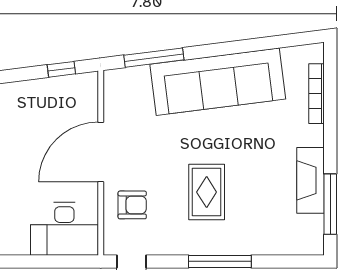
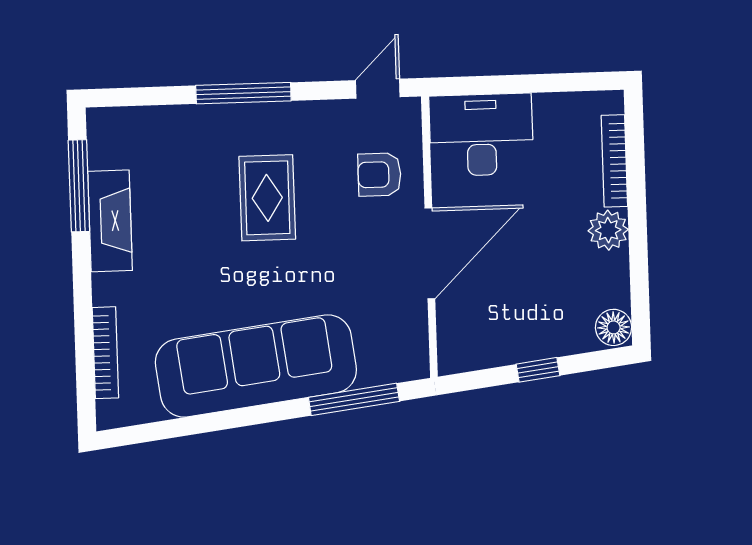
window: (61, 69) -> (538, 370), moved

